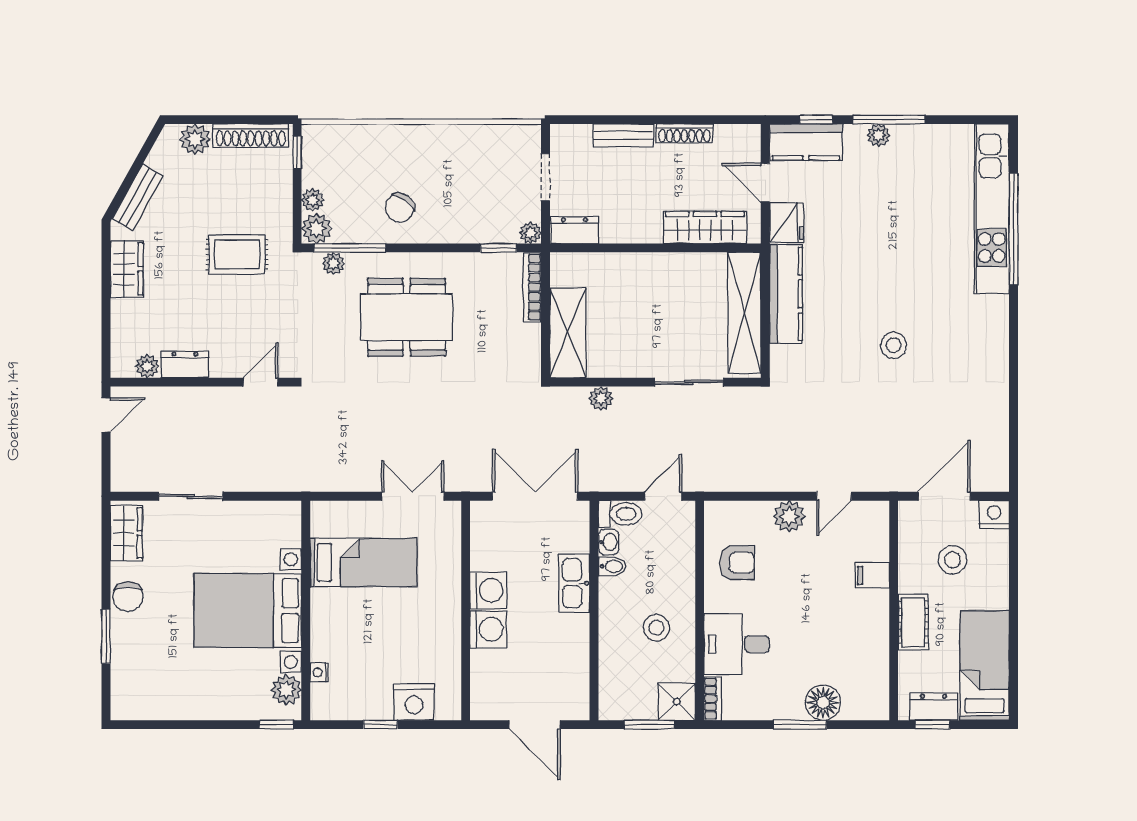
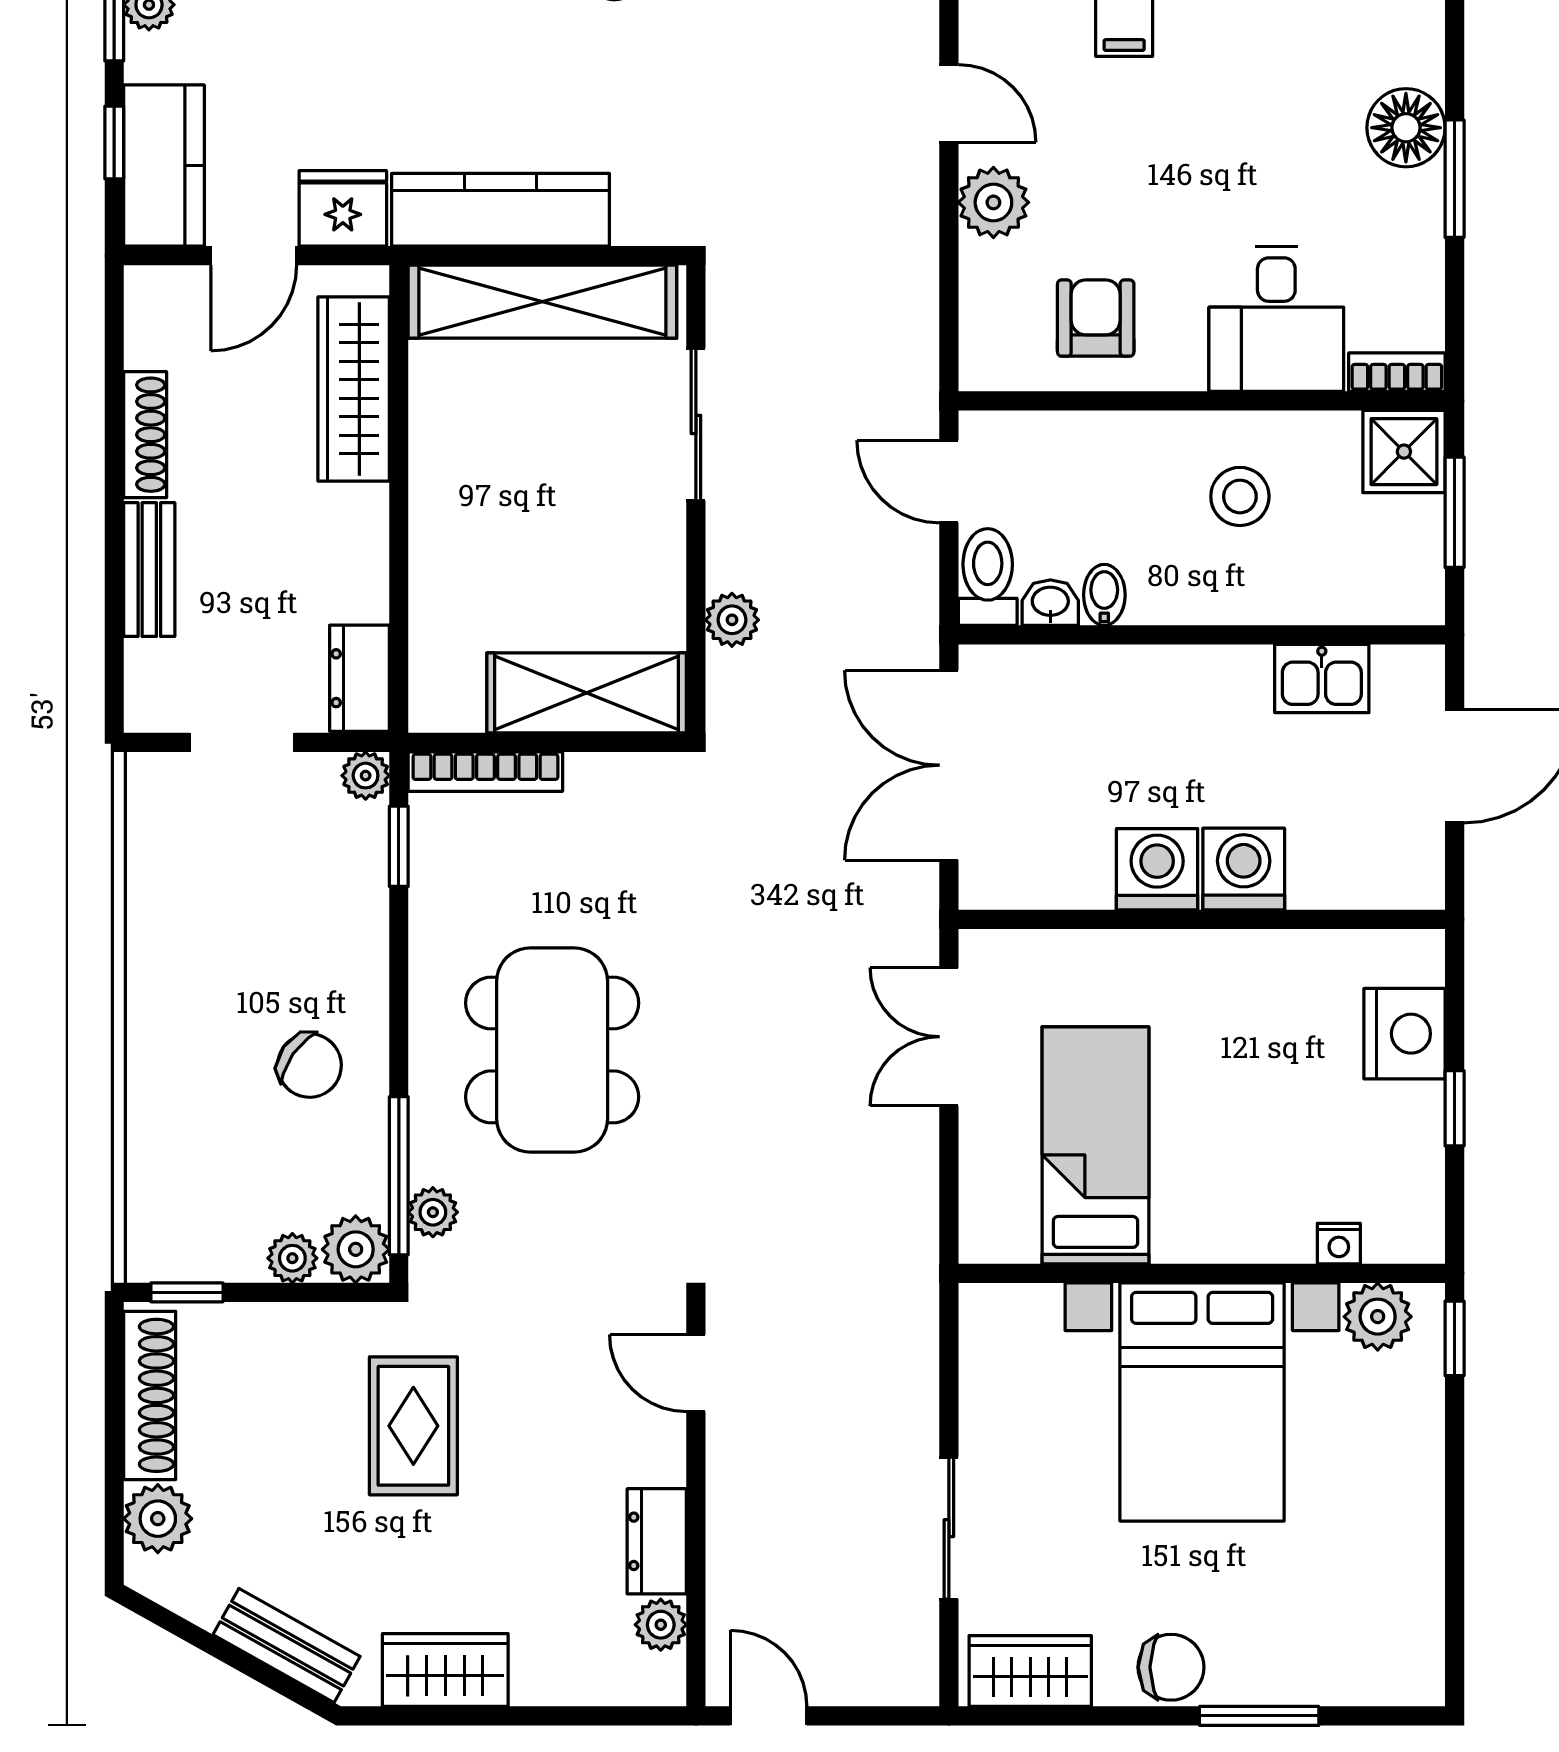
kitchen sink: (574, 583) -> (1322, 678), moved, width x0.73

